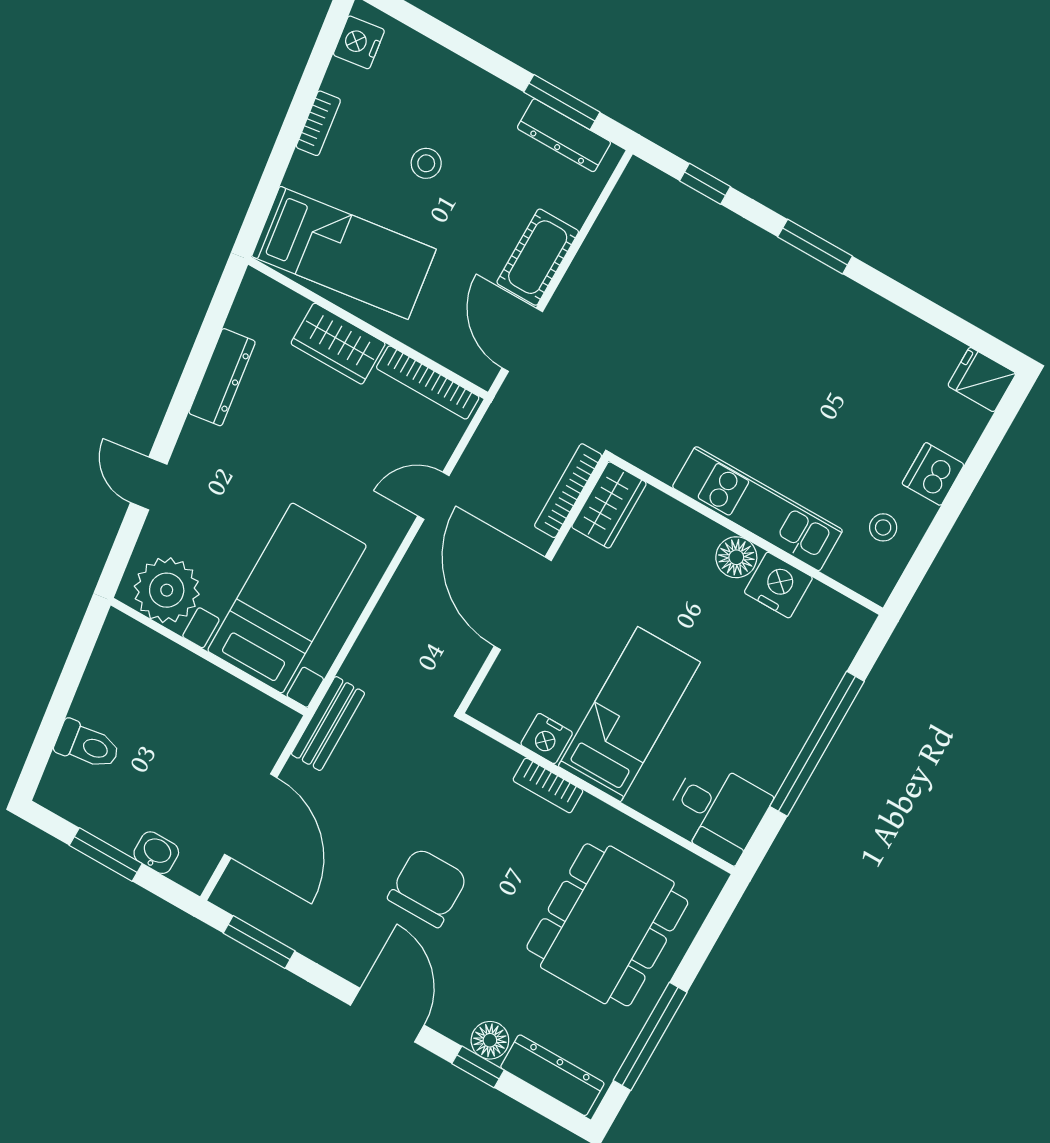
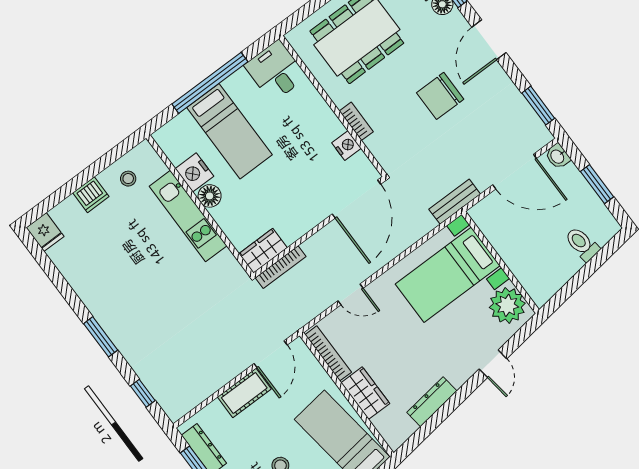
door: (523, 603) -> (356, 199), moved
bed: (629, 714) -> (229, 131), moved, turned -90
door: (251, 816) -> (515, 172), swing flipped
washbasin: (156, 853) -> (558, 156), moved

